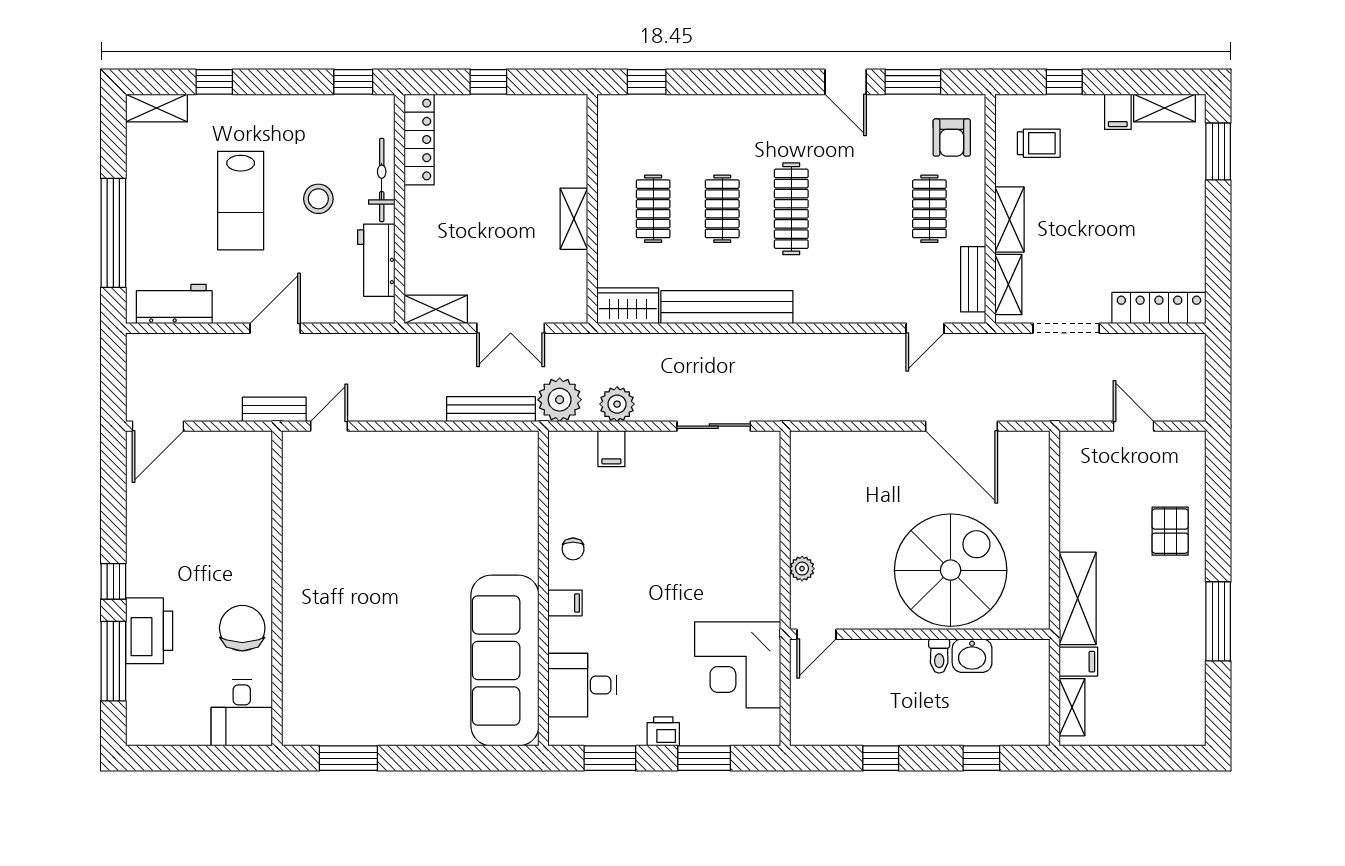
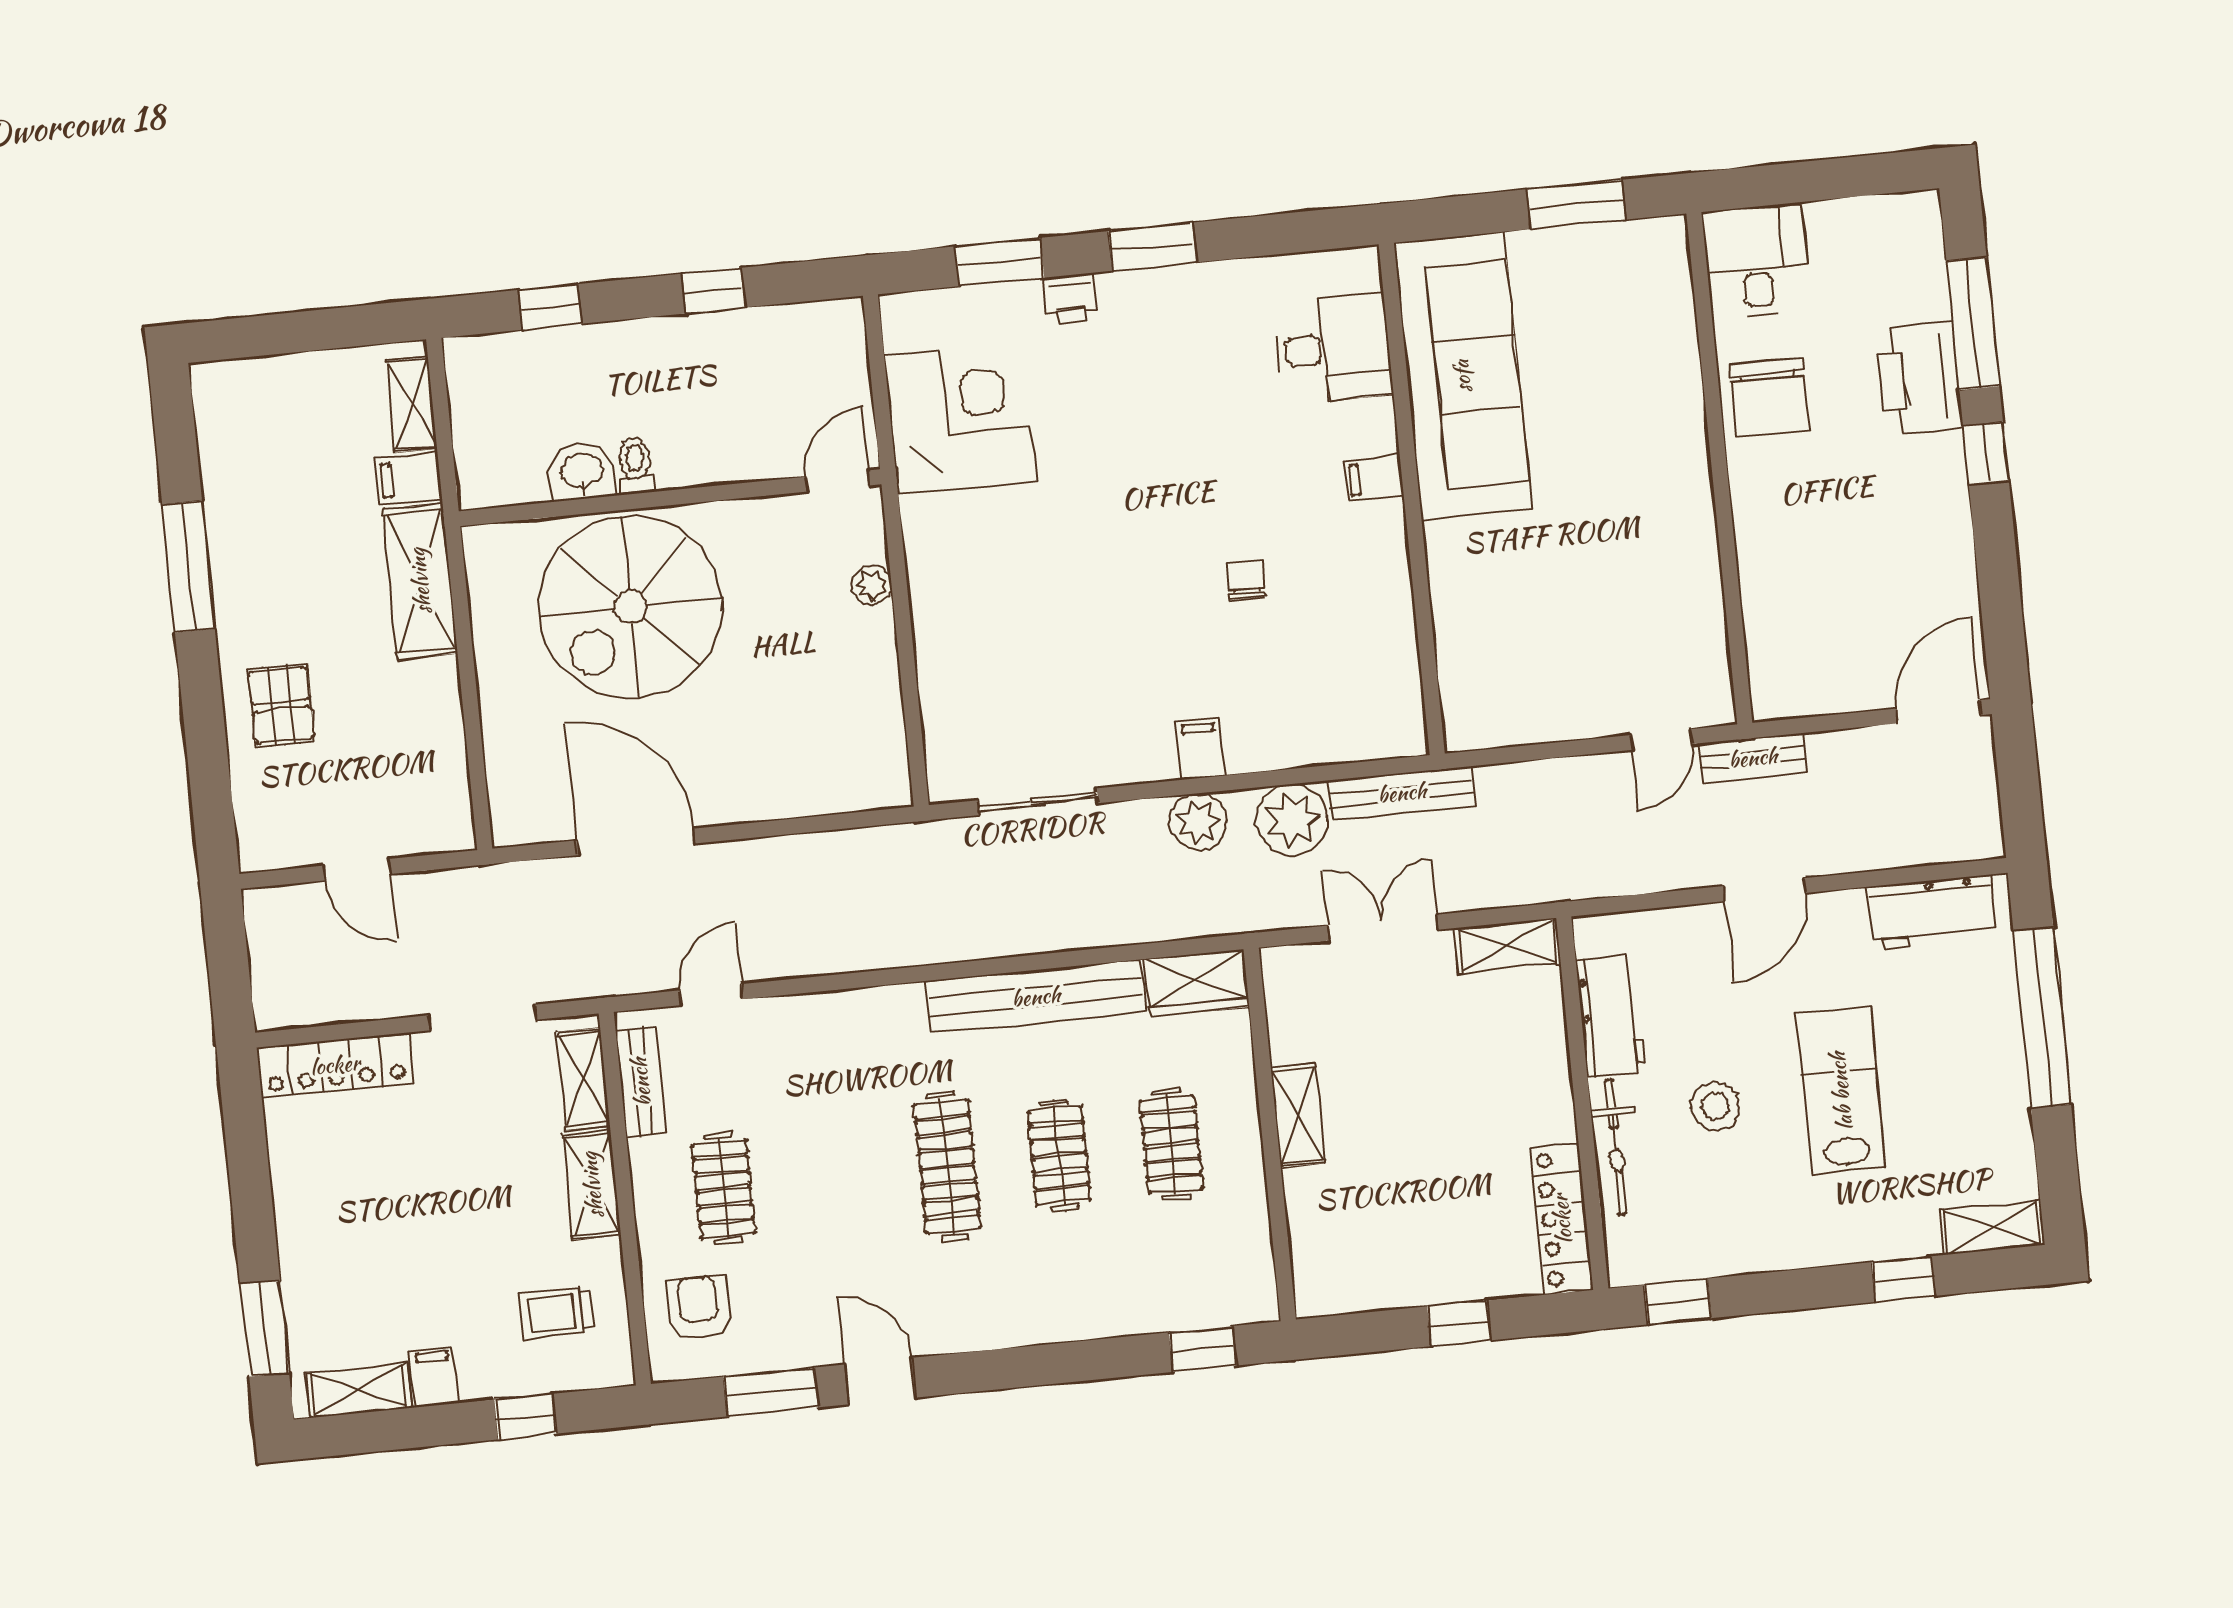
wall: (543, 588) -> (1412, 499), moved
filing cabinet: (565, 603) -> (1374, 479), moved
sofa: (505, 660) -> (1462, 376), moved
desk: (582, 685) -> (1333, 348), moved

